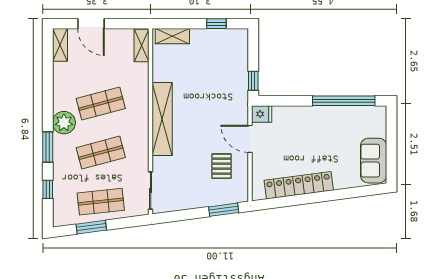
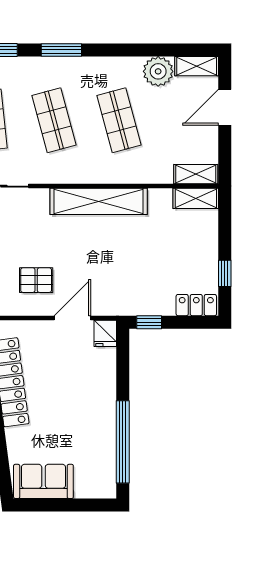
shelving: (172, 36) -> (196, 198), moved, turned 90
locker: (240, 45) -> (196, 305), added
plant: (64, 123) -> (158, 71), moved

